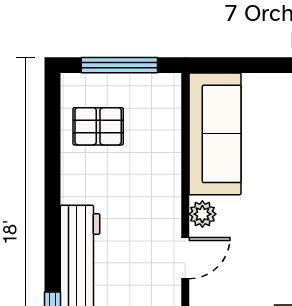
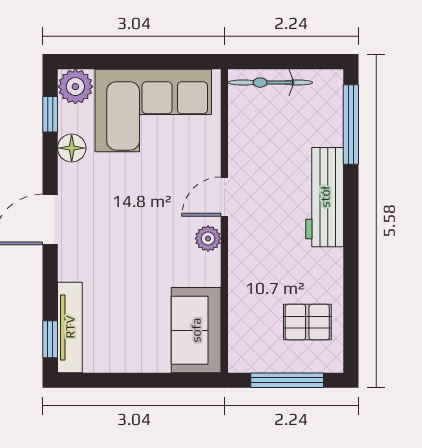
sofa: (215, 134) -> (196, 330), width x0.73

